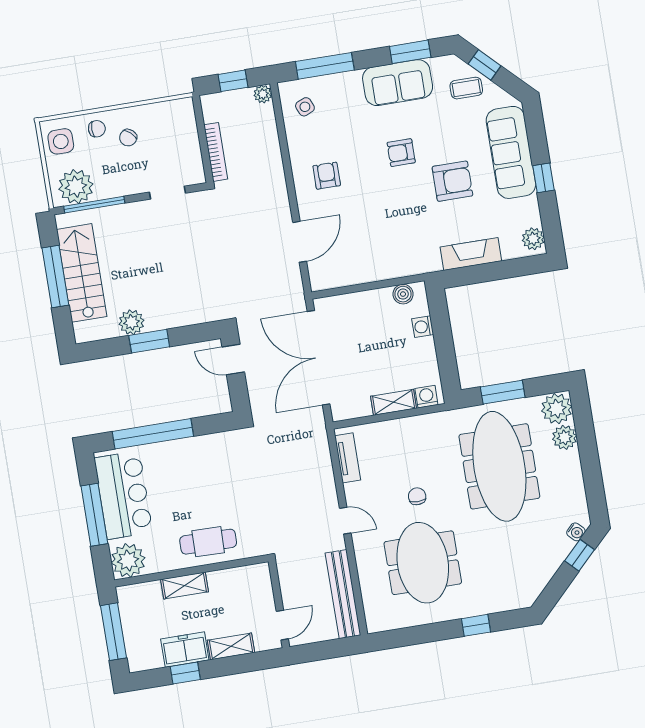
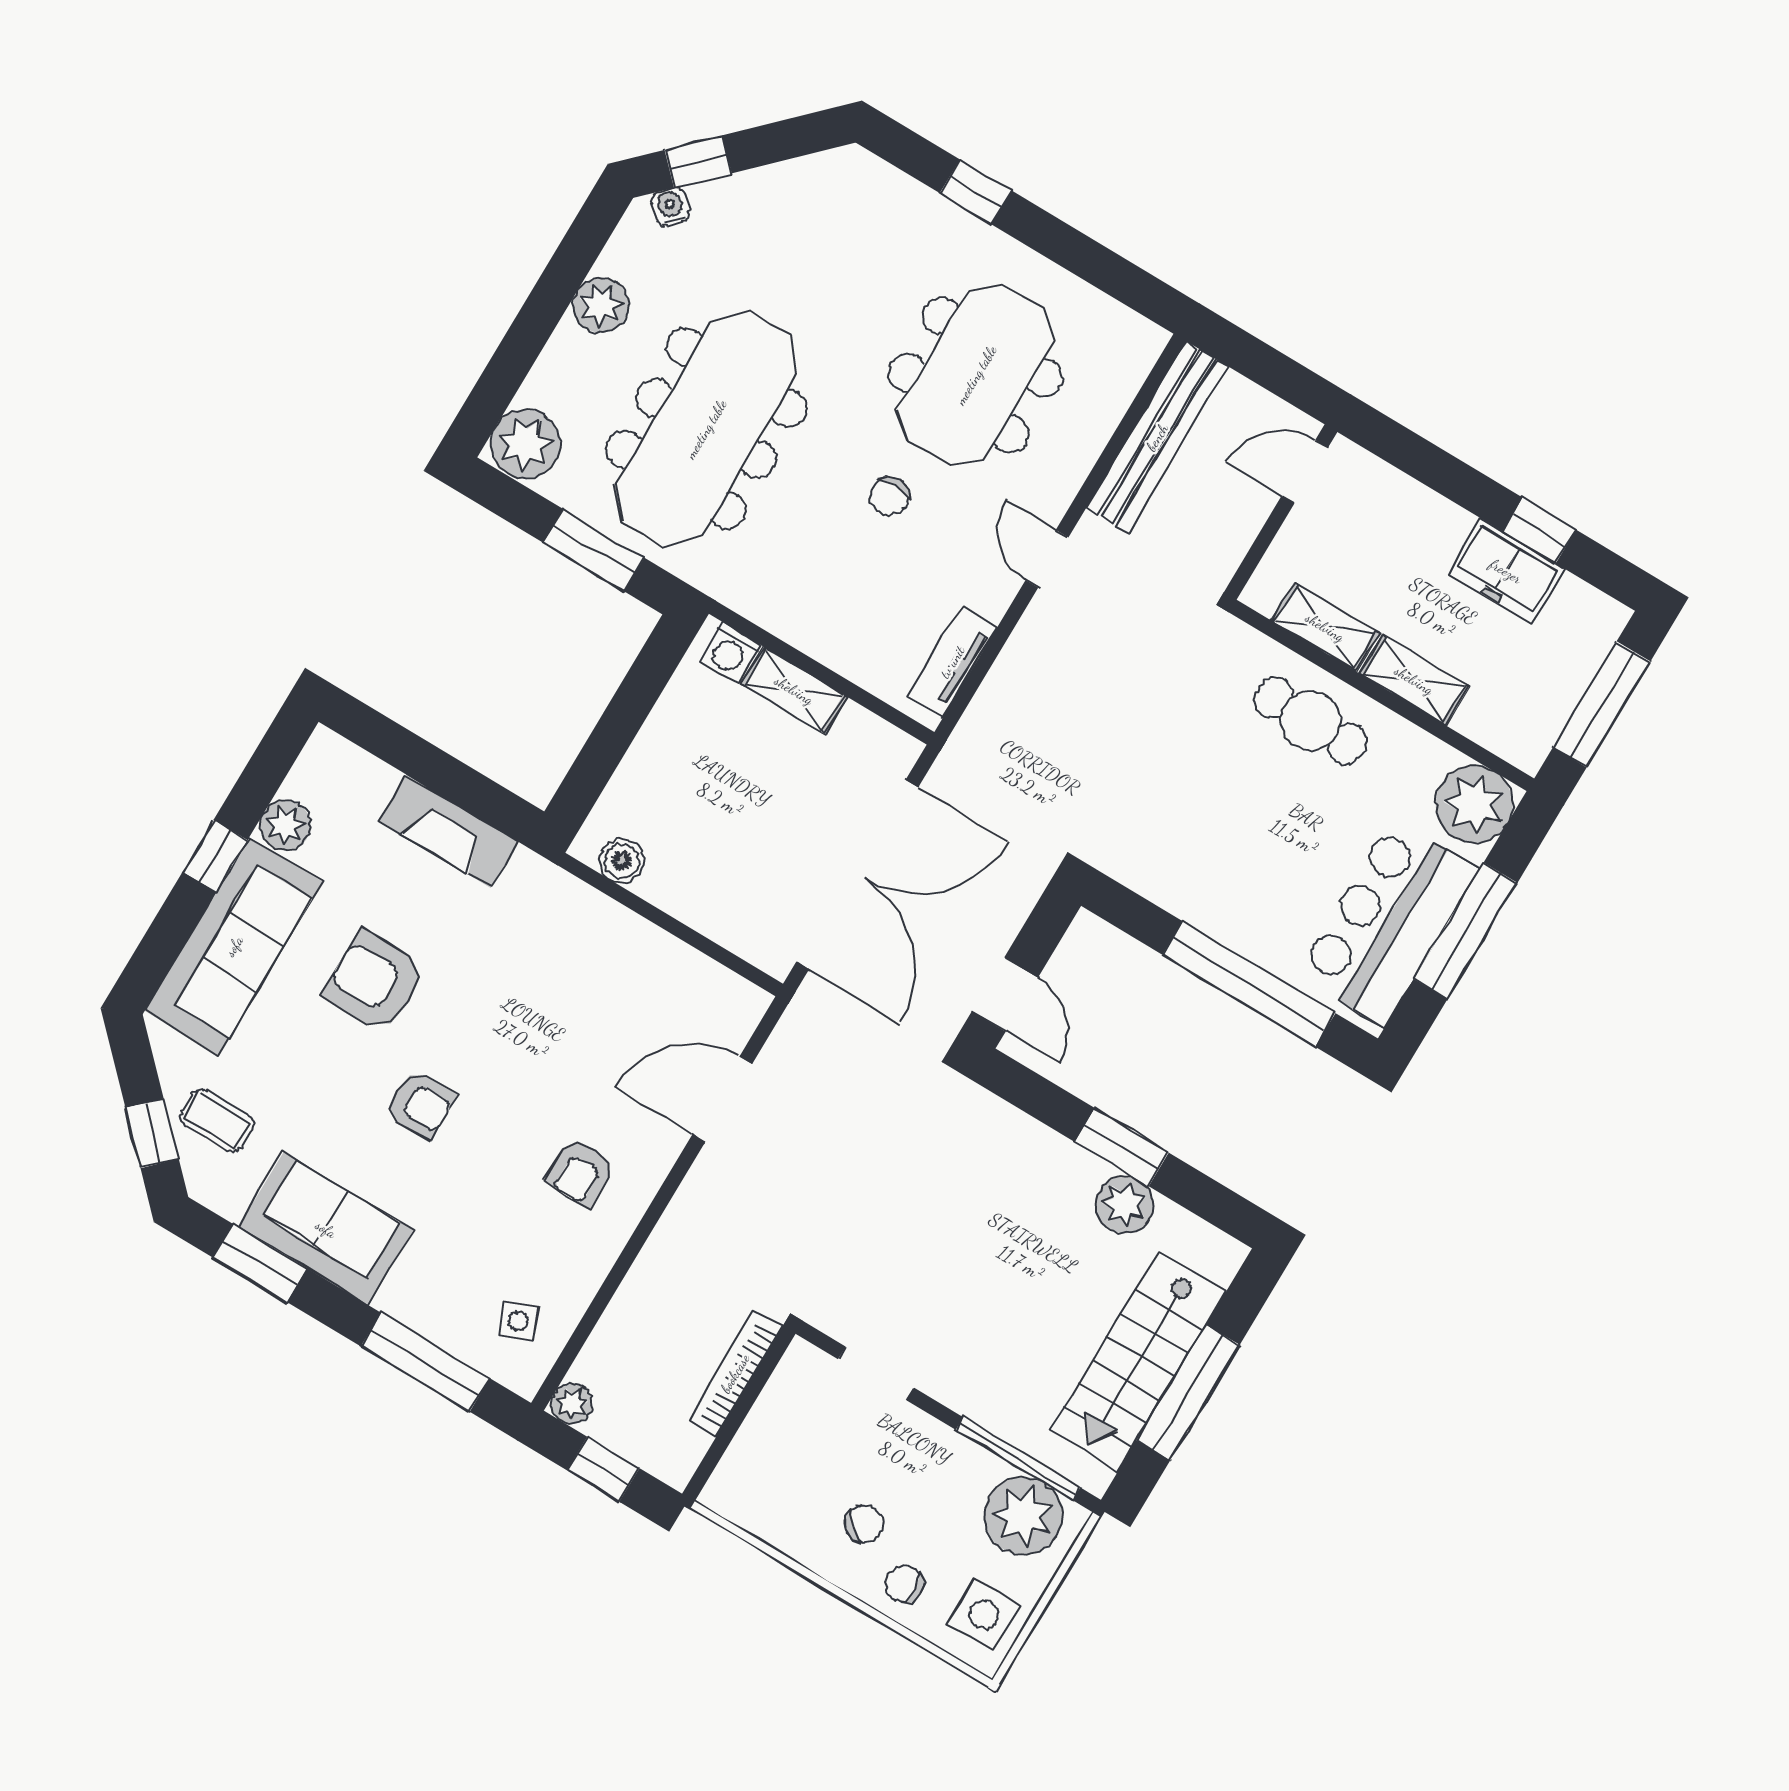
plant: (533, 239) -> (285, 825), moved
washing machine: (423, 327) -> (635, 777), removed
plant: (565, 437) -> (601, 305), moved
shelving: (231, 646) -> (1325, 627), moved

